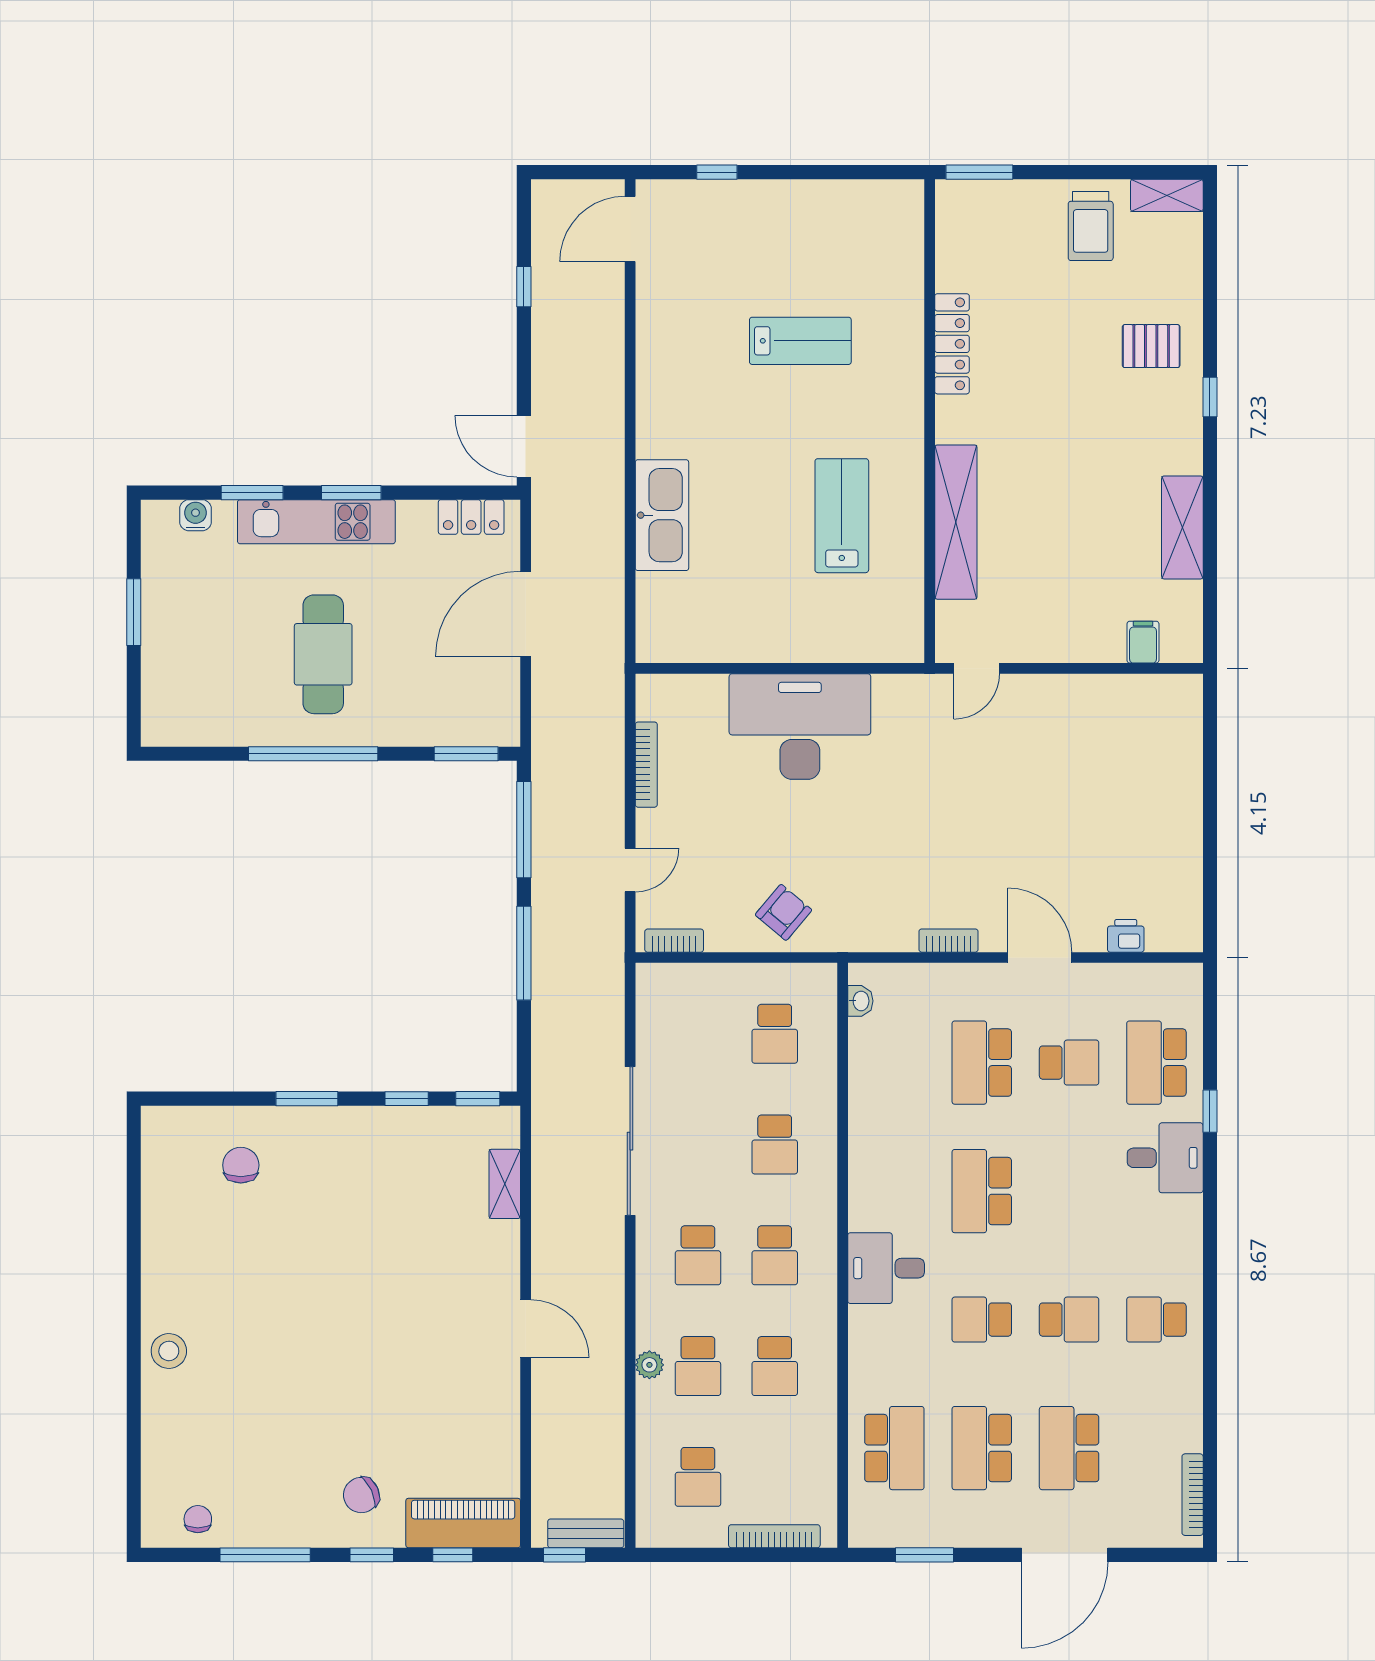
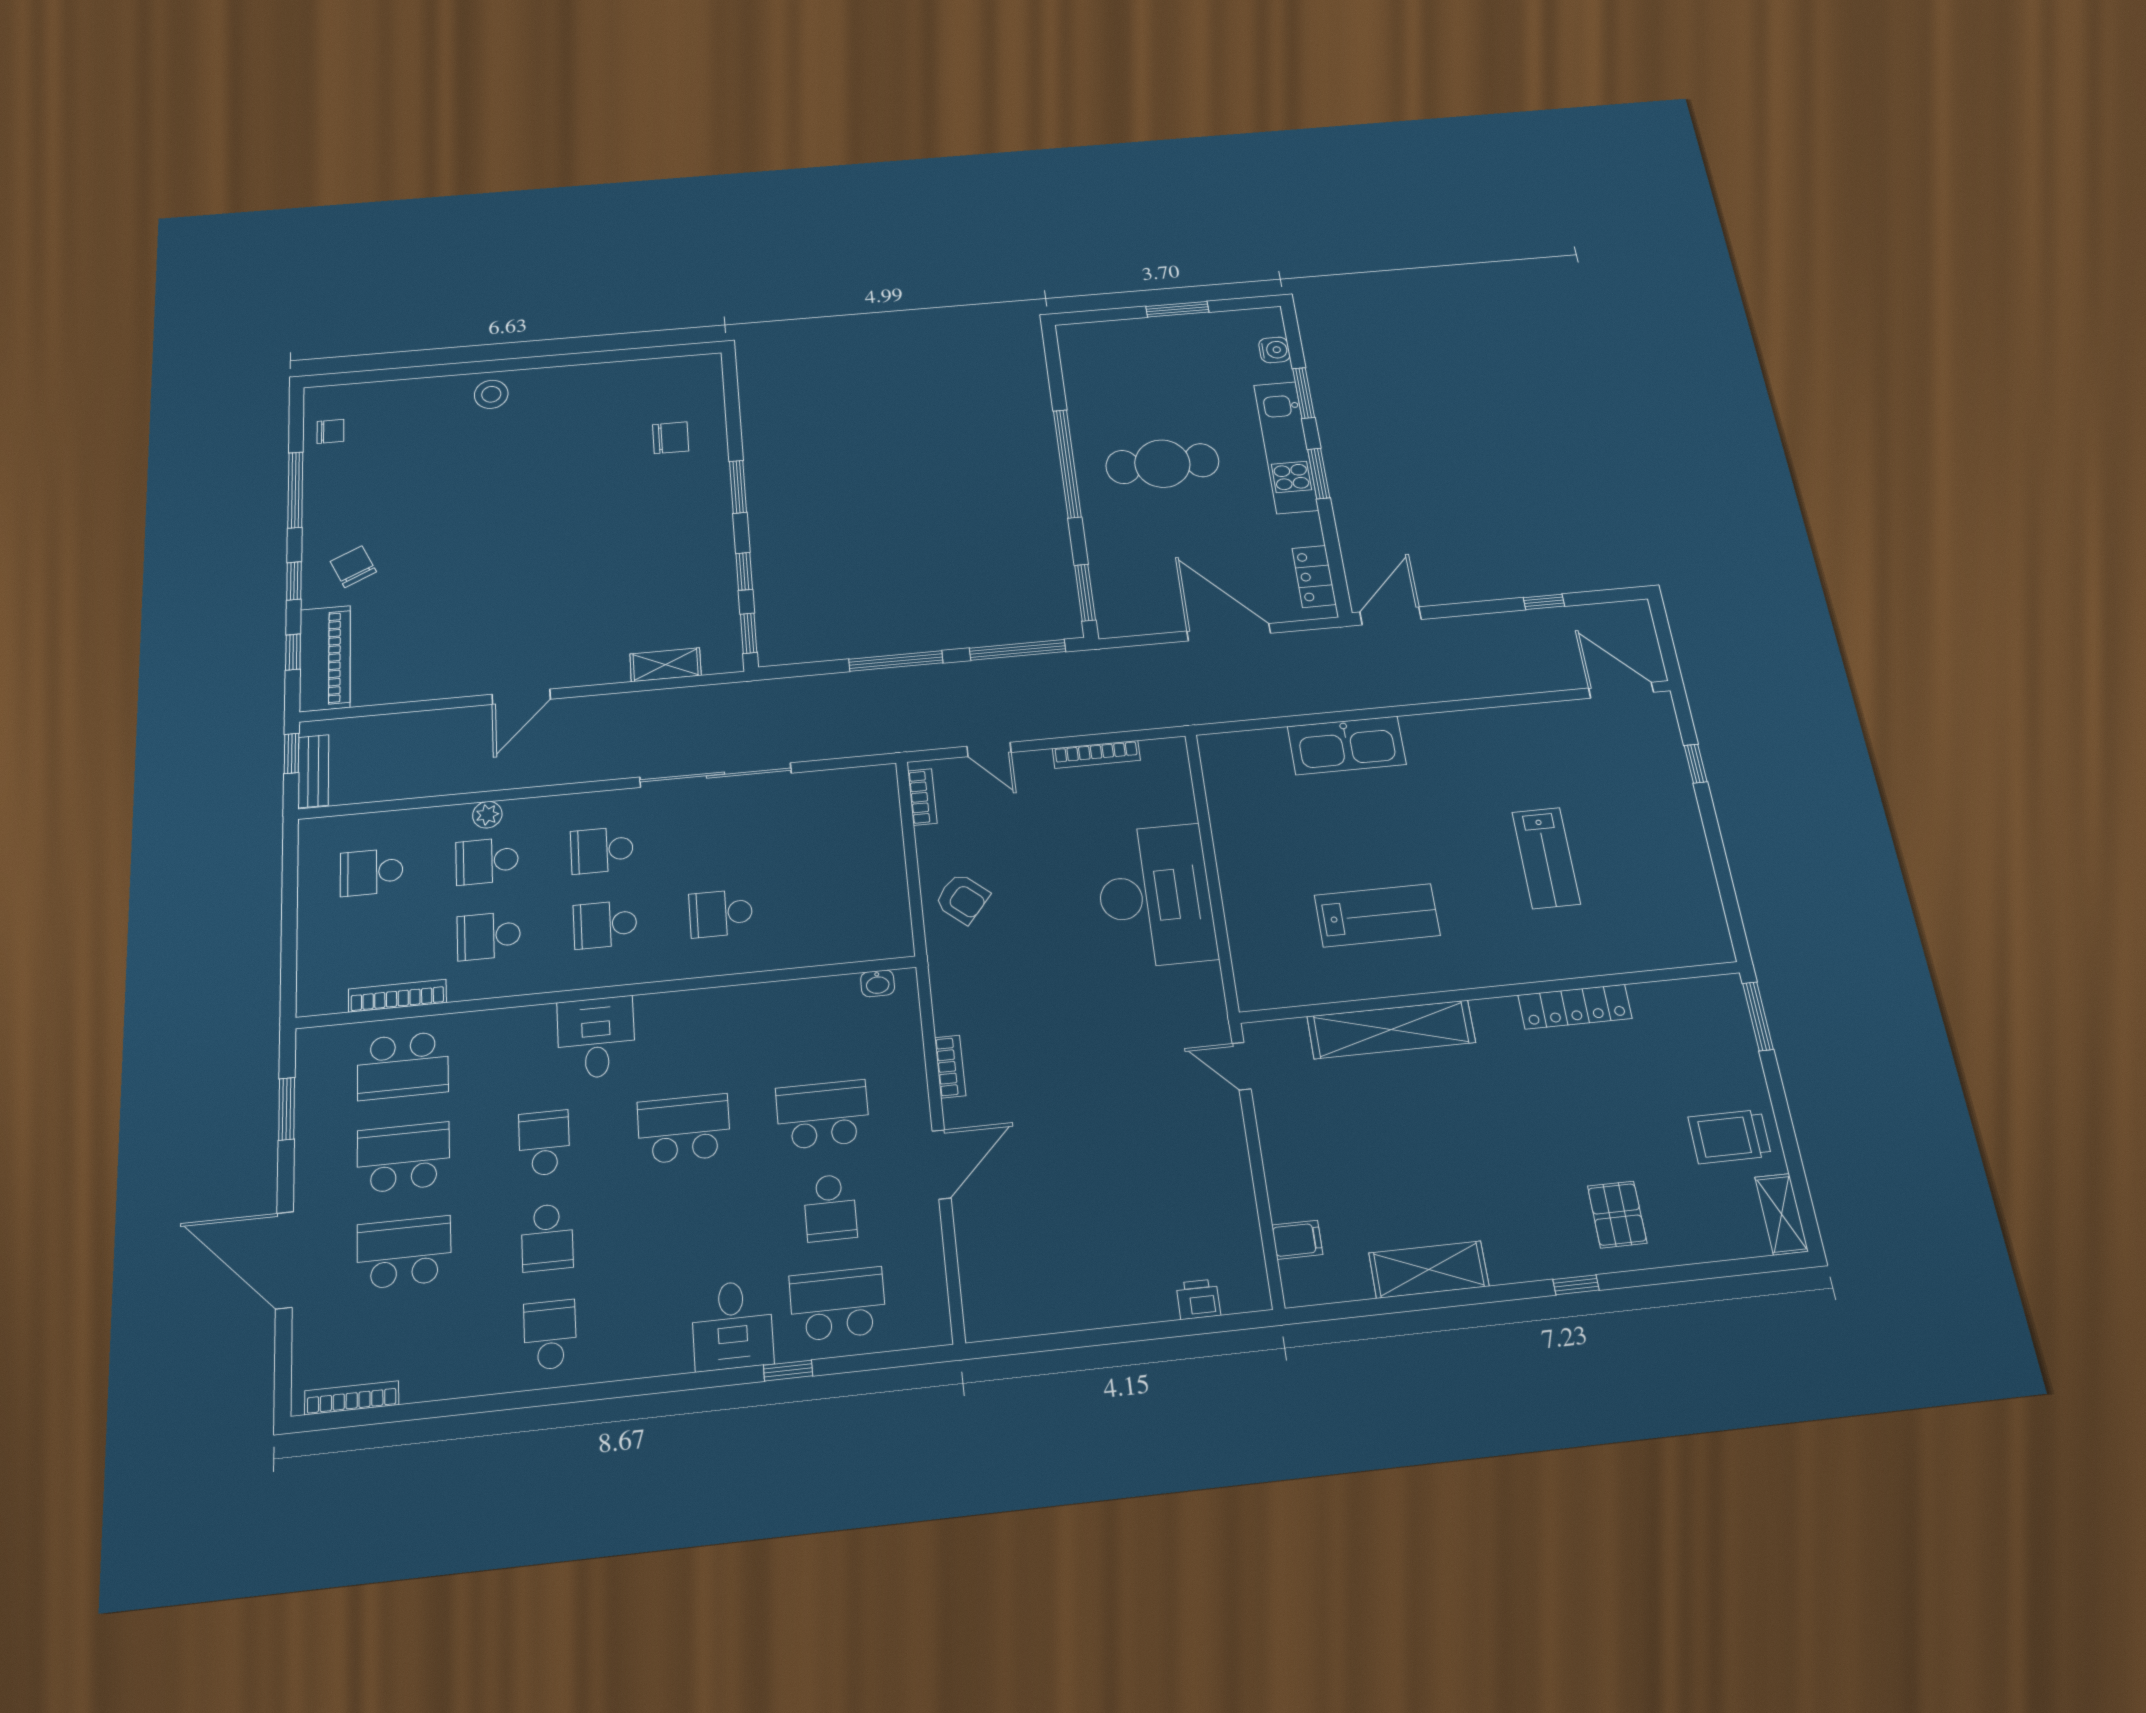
printer: (1126, 936) -> (1198, 1299), moved, turned -90
school desk: (775, 1034) -> (836, 902), removed
bookcase: (774, 1536) -> (397, 996), moved, turned -90

